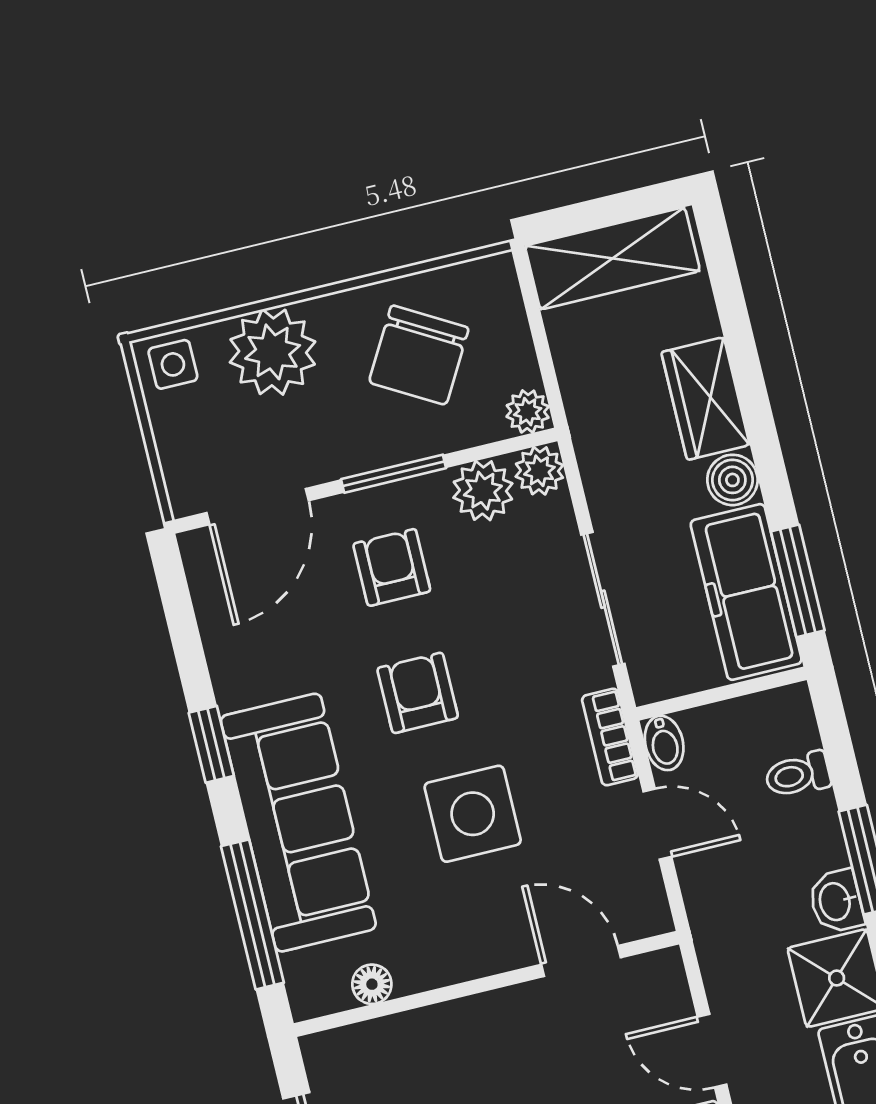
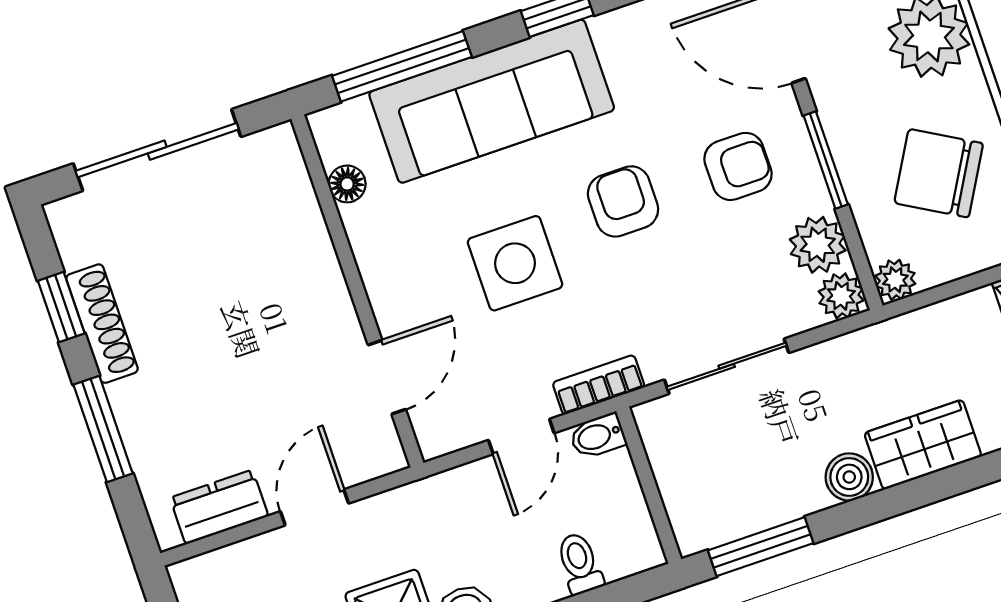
freezer: (746, 592) -> (746, 499), removed
armchair: (418, 693) -> (623, 201), turned -90

